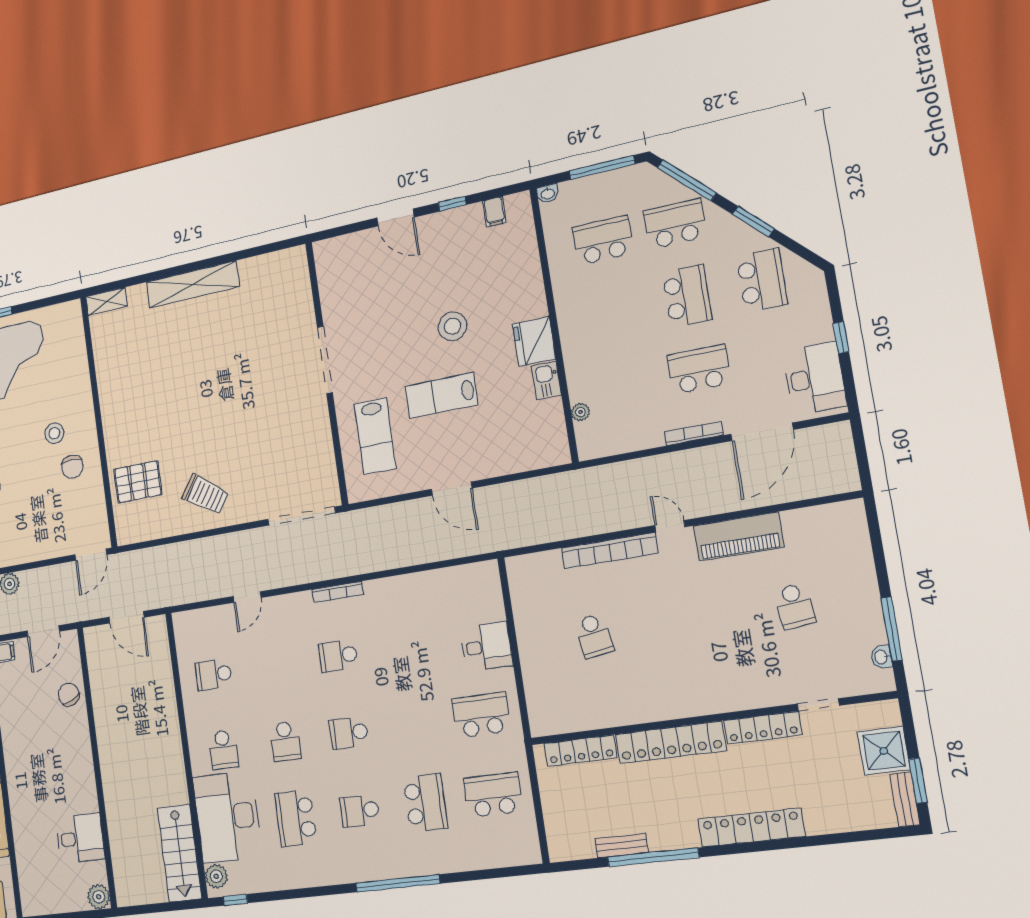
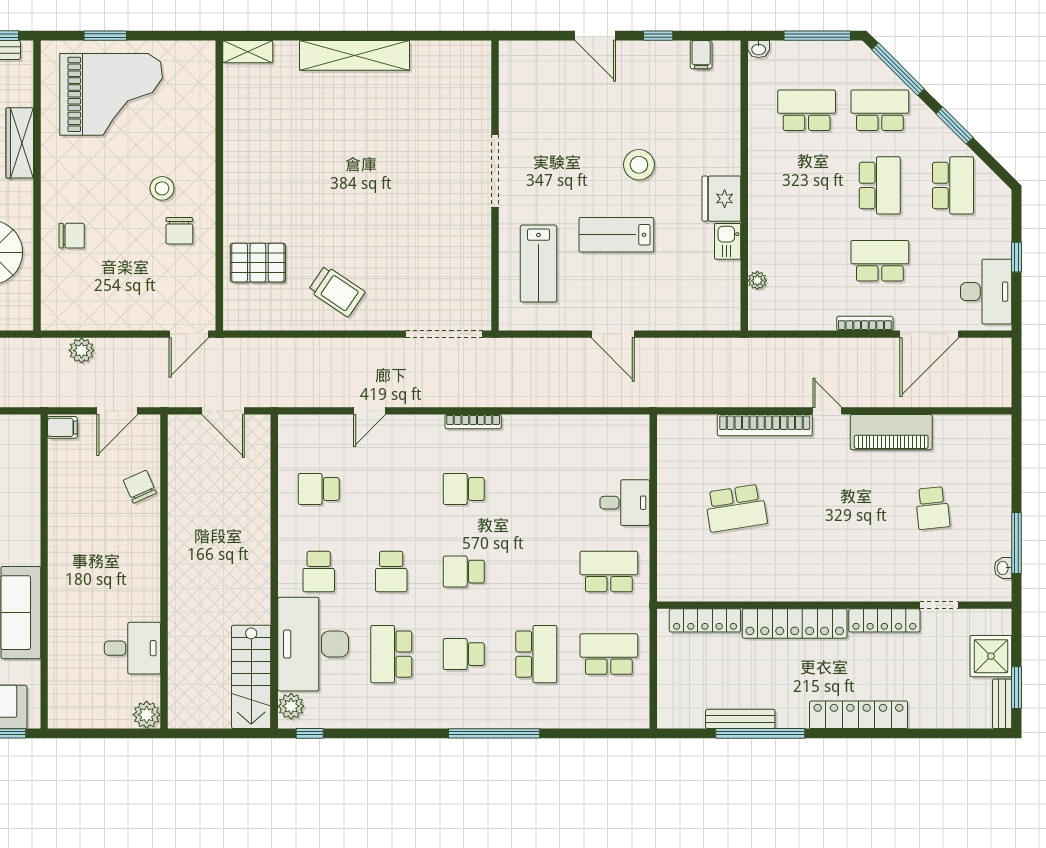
school desk: (594, 636) -> (736, 508), width x1.85
bench: (621, 846) -> (740, 719), width x1.36

